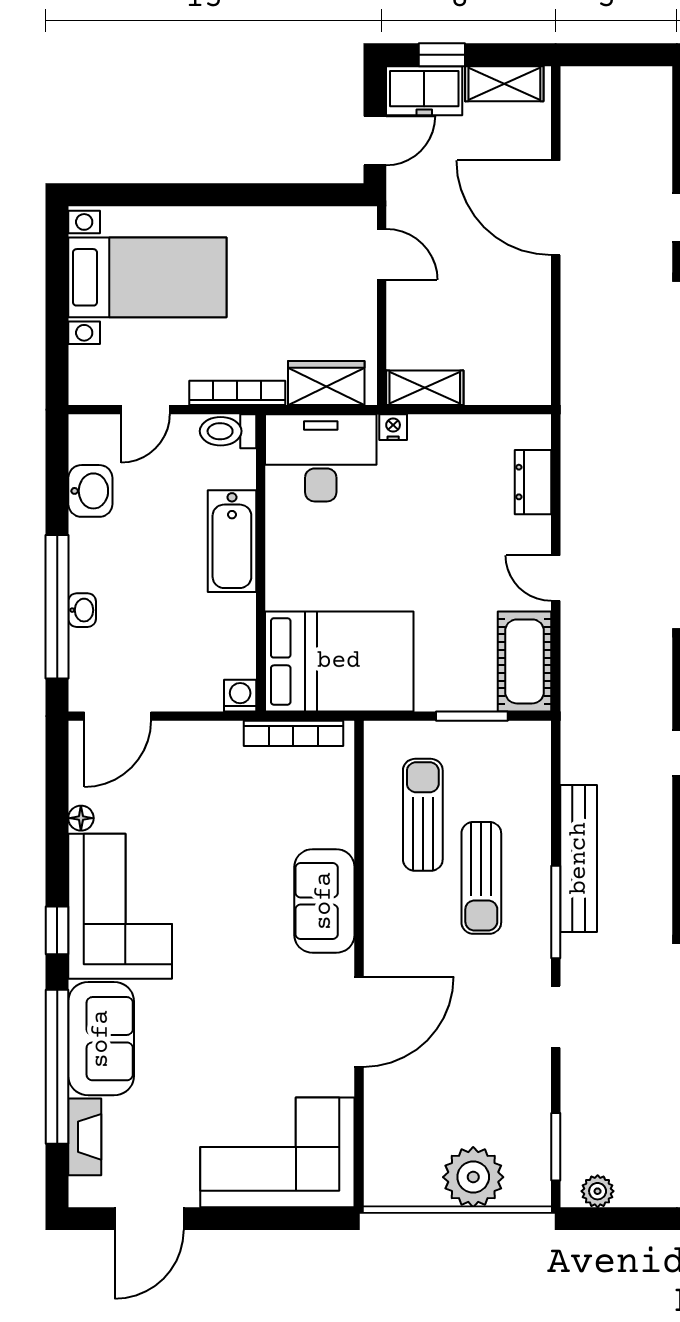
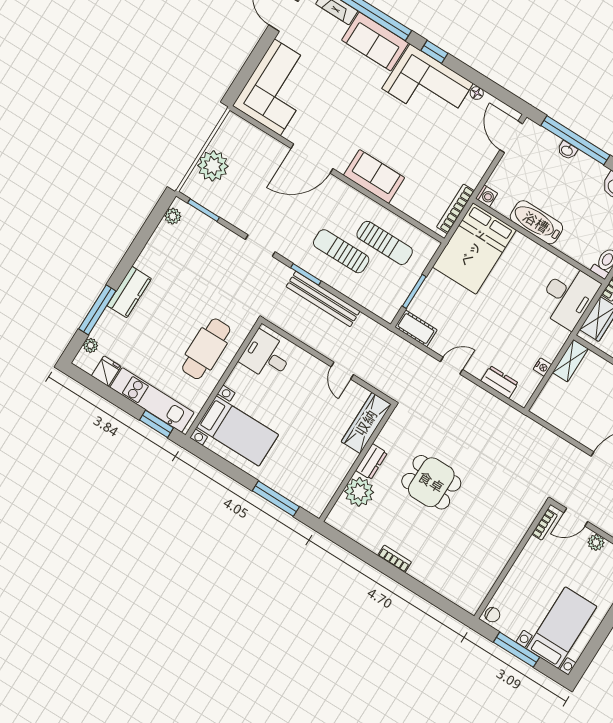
nightstand: (393, 427) -> (542, 367), moved
bathtub: (232, 541) -> (536, 222), moved
cot: (525, 661) -> (416, 329), width x0.73, depth x0.75
window: (556, 912) -> (306, 274), width x0.69
door: (359, 1022) -> (312, 159), hinge flipped

